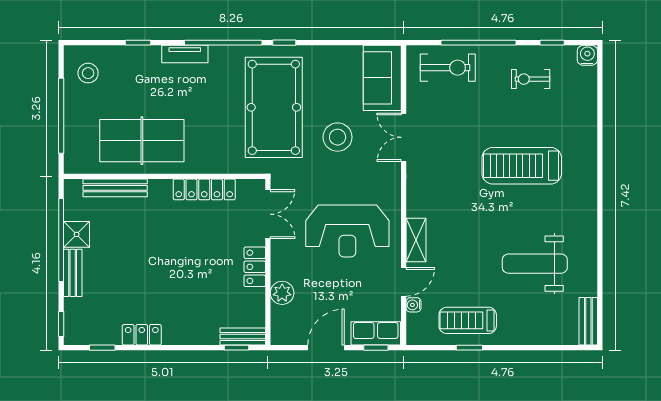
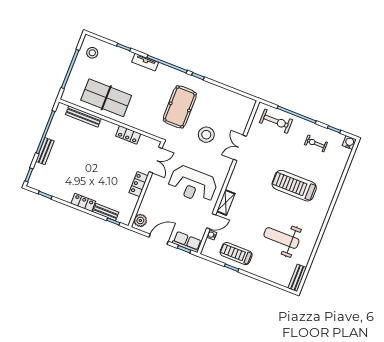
sofa: (382, 78) -> (241, 113), removed
pool table: (274, 107) -> (180, 107), width x0.73, depth x0.76
locker: (204, 189) -> (128, 135), width x0.66
shower: (77, 234) -> (54, 132), removed
plant: (282, 293) -> (140, 220), moved
locker: (142, 335) -> (83, 202), moved
bench: (243, 336) -> (106, 212), moved

